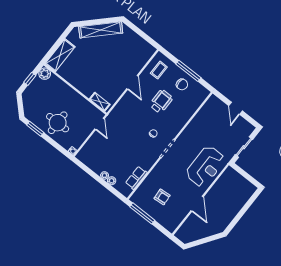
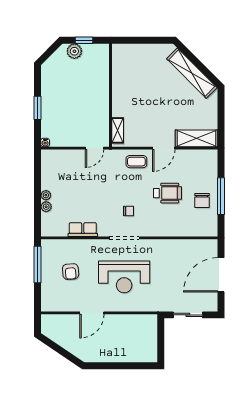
shelving: (60, 55) -> (197, 138), moved
coffee table: (159, 70) -> (136, 162), moved
plant: (45, 74) -> (74, 51), moved
door: (236, 108) -> (221, 275), width x1.87
round table: (58, 123) -> (62, 104), removed
window: (35, 129) -> (37, 108), moved
reception desk: (205, 166) -> (124, 277), moved
row of seats: (136, 178) -> (83, 230), moved

